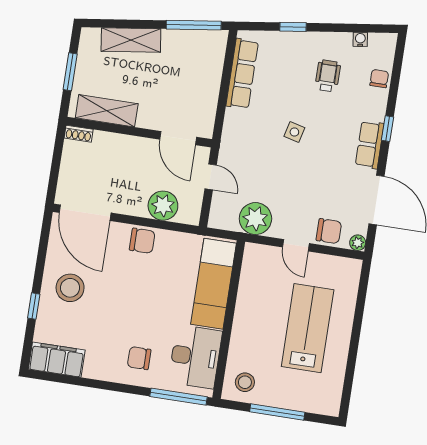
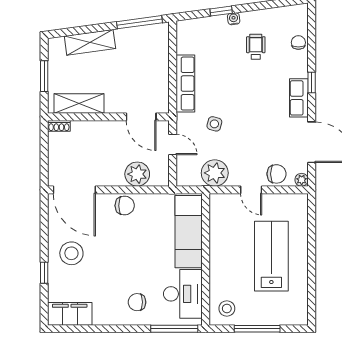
water cooler: (360, 39) -> (234, 19), moved
row of seats: (242, 74) -> (185, 84), moved
side table: (294, 132) -> (214, 124), moved

